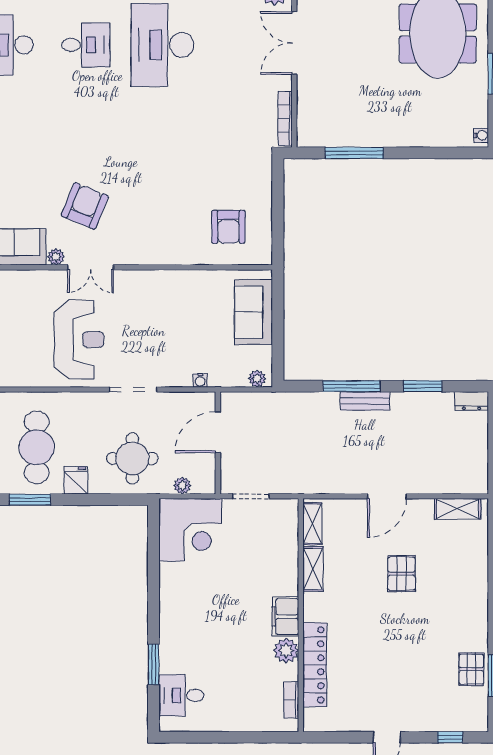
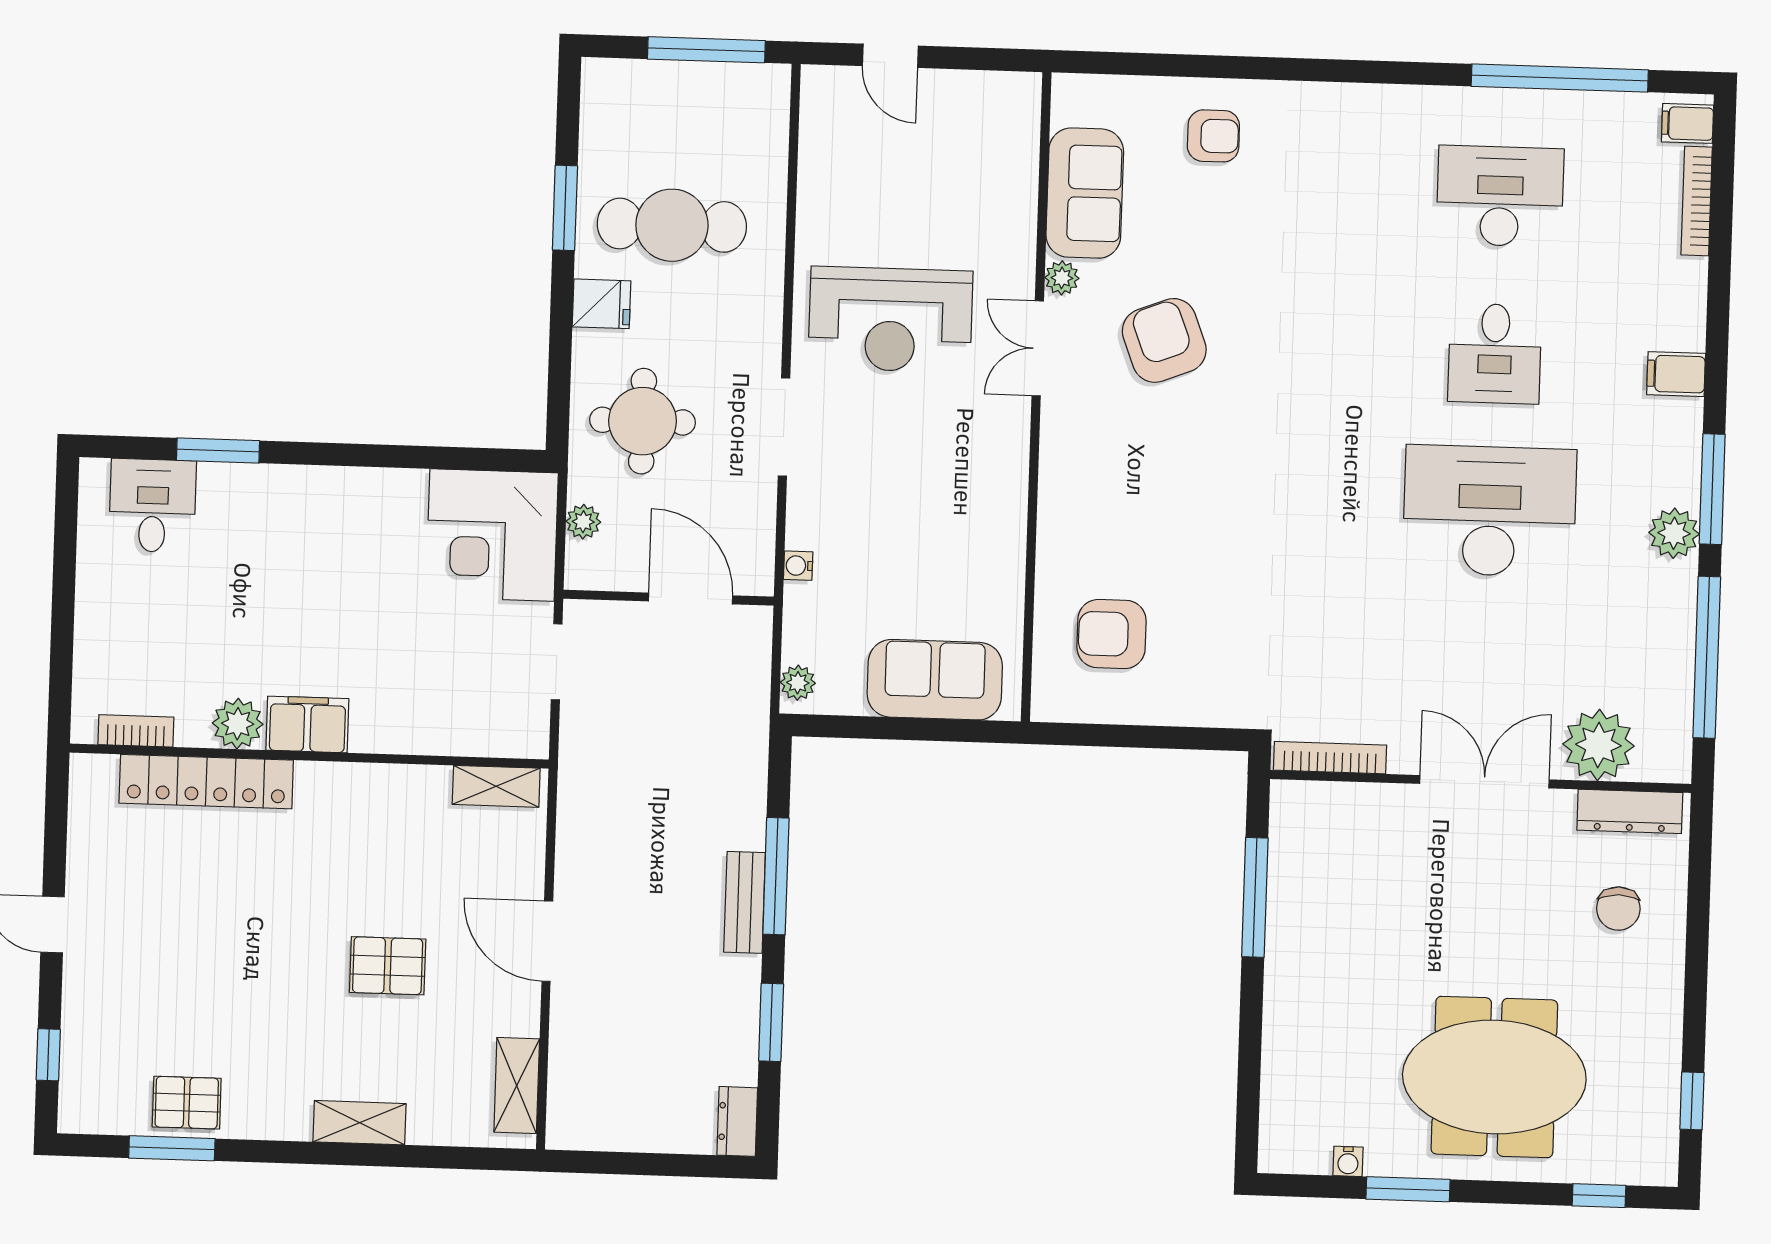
water cooler: (481, 135) -> (1348, 1161), moved
armchair: (85, 206) -> (1164, 340), turned -133
shelving: (313, 569) -> (359, 1123), moved

